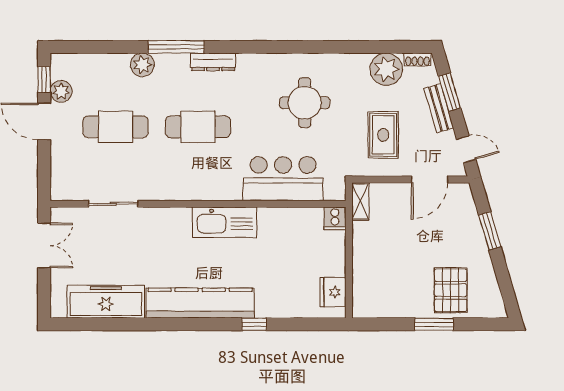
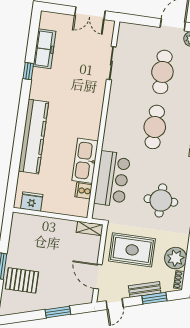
rug: (383, 135) -> (132, 250), width x1.36, depth x1.43
cooker: (335, 218) -> (84, 191), moved
kitchen sink: (224, 222) -> (85, 161), moved
freezer: (106, 302) -> (44, 49), width x0.73, depth x0.79
kitchen counter: (200, 303) -> (33, 137), moved
window: (254, 324) -> (28, 71), moved

